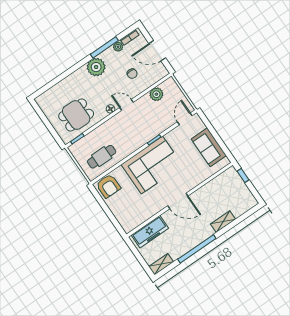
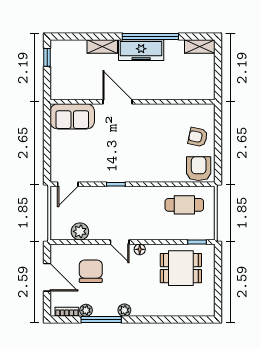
plant: (96, 67) -> (124, 310), width x0.53, depth x0.53
chair: (132, 74) -> (91, 271), width x1.87, depth x1.87
sofa: (209, 147) -> (72, 116), moved, turned 90
corner sofa: (152, 165) -> (137, 159), removed
window: (243, 175) -> (47, 57), moved
door: (178, 201) -> (117, 102), moved
armchair: (123, 206) -> (198, 137), added
freezer: (150, 232) -> (141, 50), moved, turned 180

